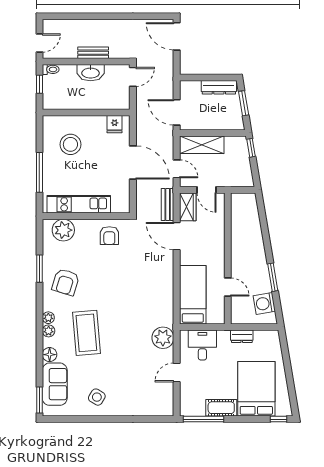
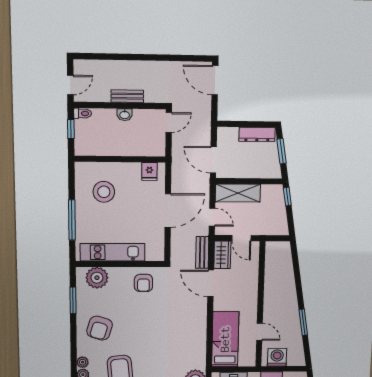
washbasin: (91, 73) -> (125, 115), width x0.52, depth x0.69
door: (133, 162) -> (168, 211), hinge flipped
window: (39, 269) -> (73, 300), moved
washing machine: (264, 303) -> (277, 357), moved, turned 99

